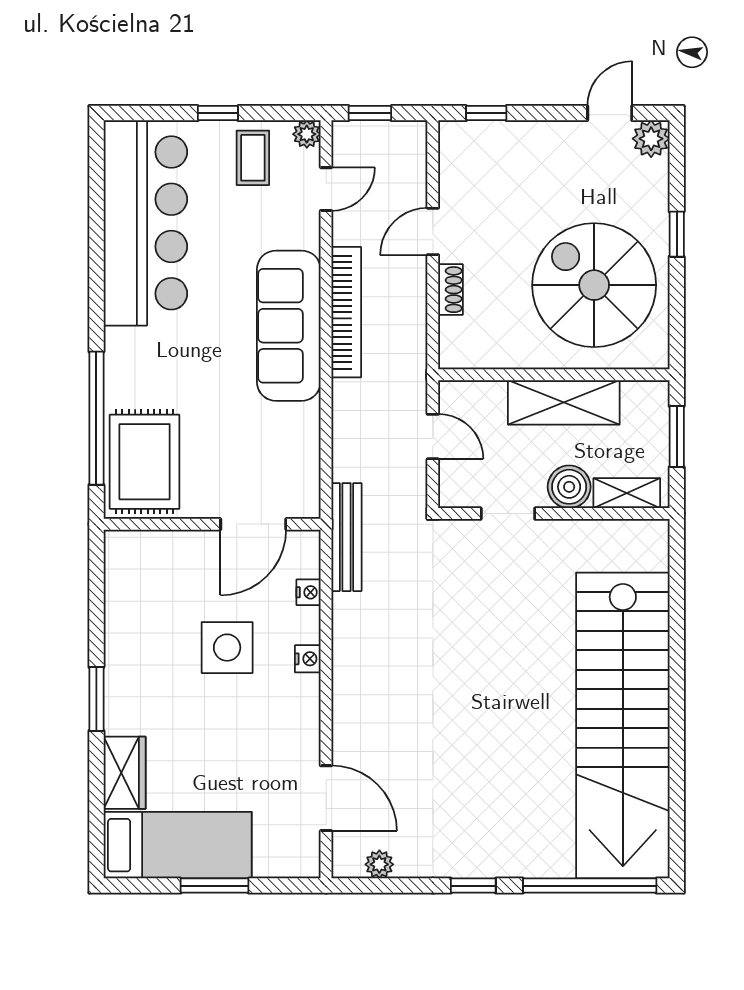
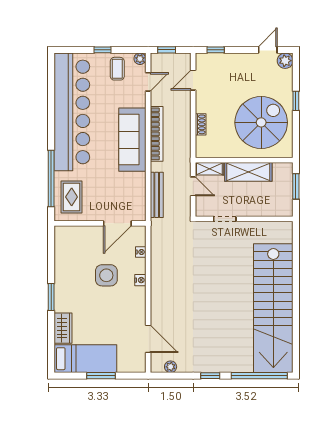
bar counter: (145, 223) -> (72, 112), width x1.36
door: (433, 231) -> (193, 80), moved
spiral stairs: (594, 285) -> (261, 122), turned 90
rug: (145, 462) -> (72, 197), width x0.73, depth x0.70
boiler: (569, 487) -> (251, 208), removed
shelving: (627, 493) -> (209, 169), moved
bench: (346, 537) -> (157, 195), moved

